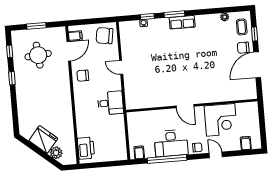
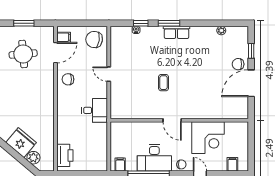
coffee table: (242, 27) -> (164, 83), moved

